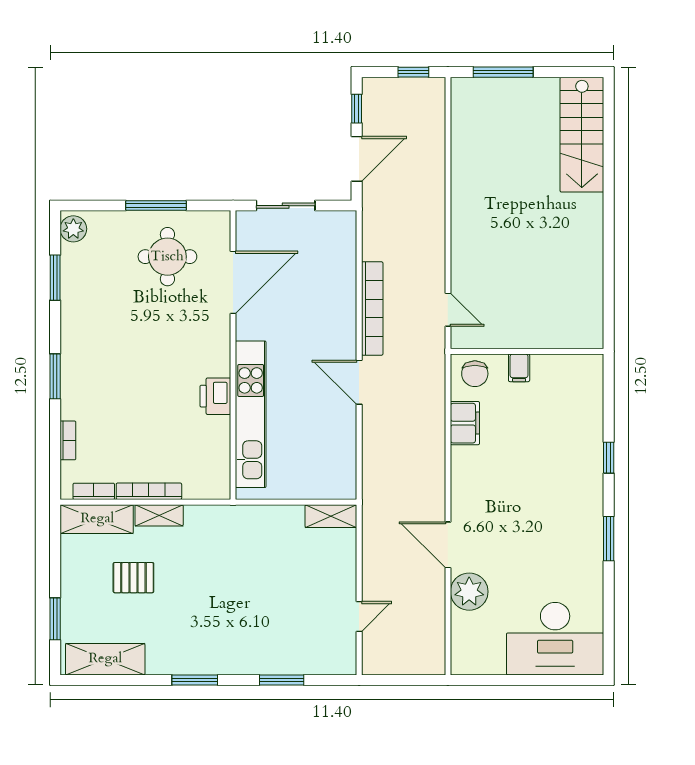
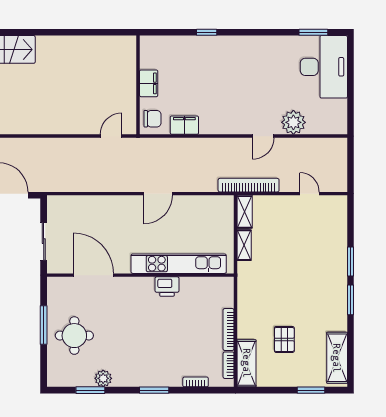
plant: (73, 229) -> (103, 378), moved
round table: (167, 257) -> (74, 336), moved
bookcase: (372, 308) -> (249, 185), moved
filing cabinet: (519, 368) -> (149, 83), width x2.00
shelving: (159, 515) -> (244, 245), moved
window: (609, 539) -> (313, 32), moved
door: (448, 545) -> (263, 136), width x0.73
window: (282, 680) -> (351, 261), moved

